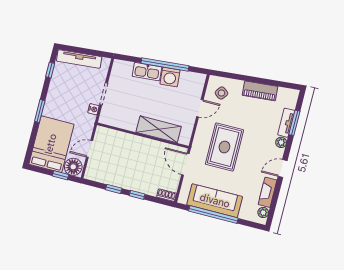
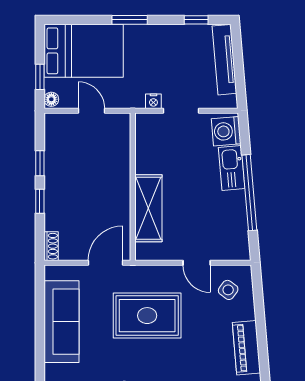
washing machine: (170, 77) -> (226, 131), moved
floor lamp: (73, 167) -> (51, 99), width x0.53, depth x0.53
window: (213, 215) -> (40, 325), removed

